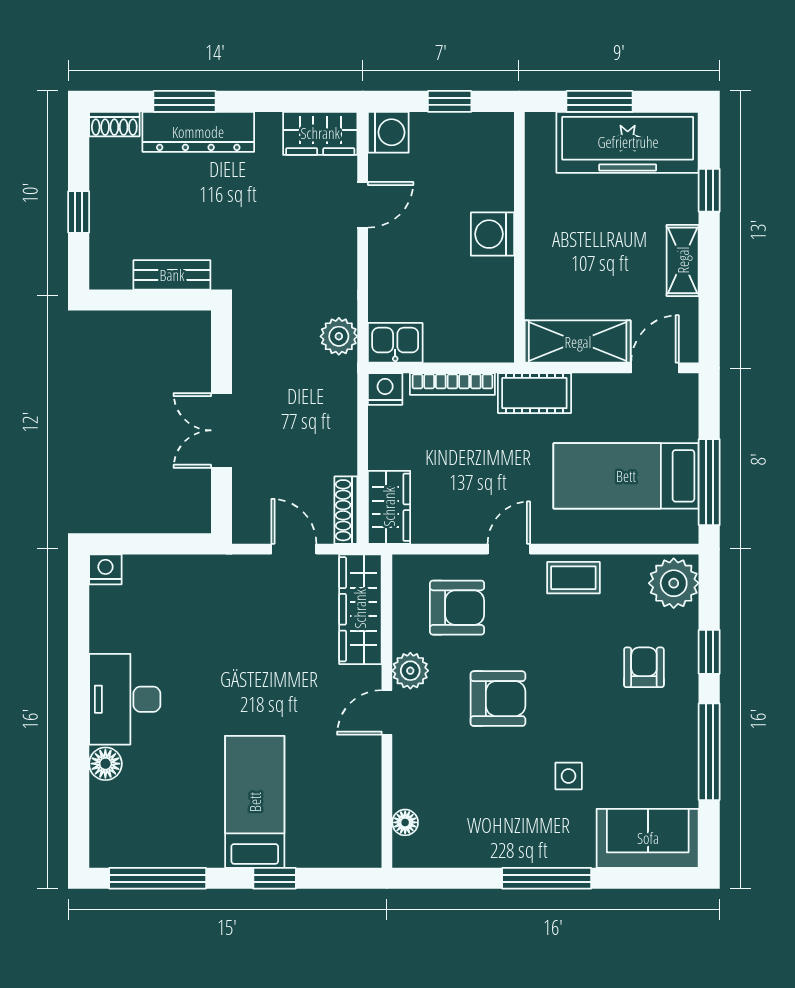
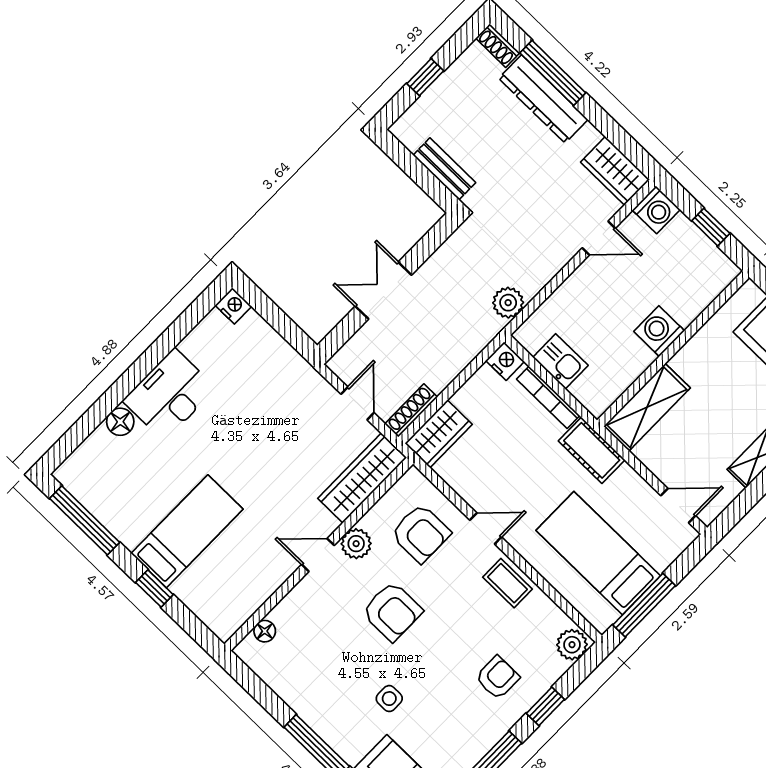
window: (185, 101) -> (553, 73), width x1.44
shelving: (578, 342) -> (647, 407), moved, turned 90
kitchen sink: (395, 343) -> (560, 361), moved
plant: (674, 583) -> (572, 645), width x0.73, depth x0.73

